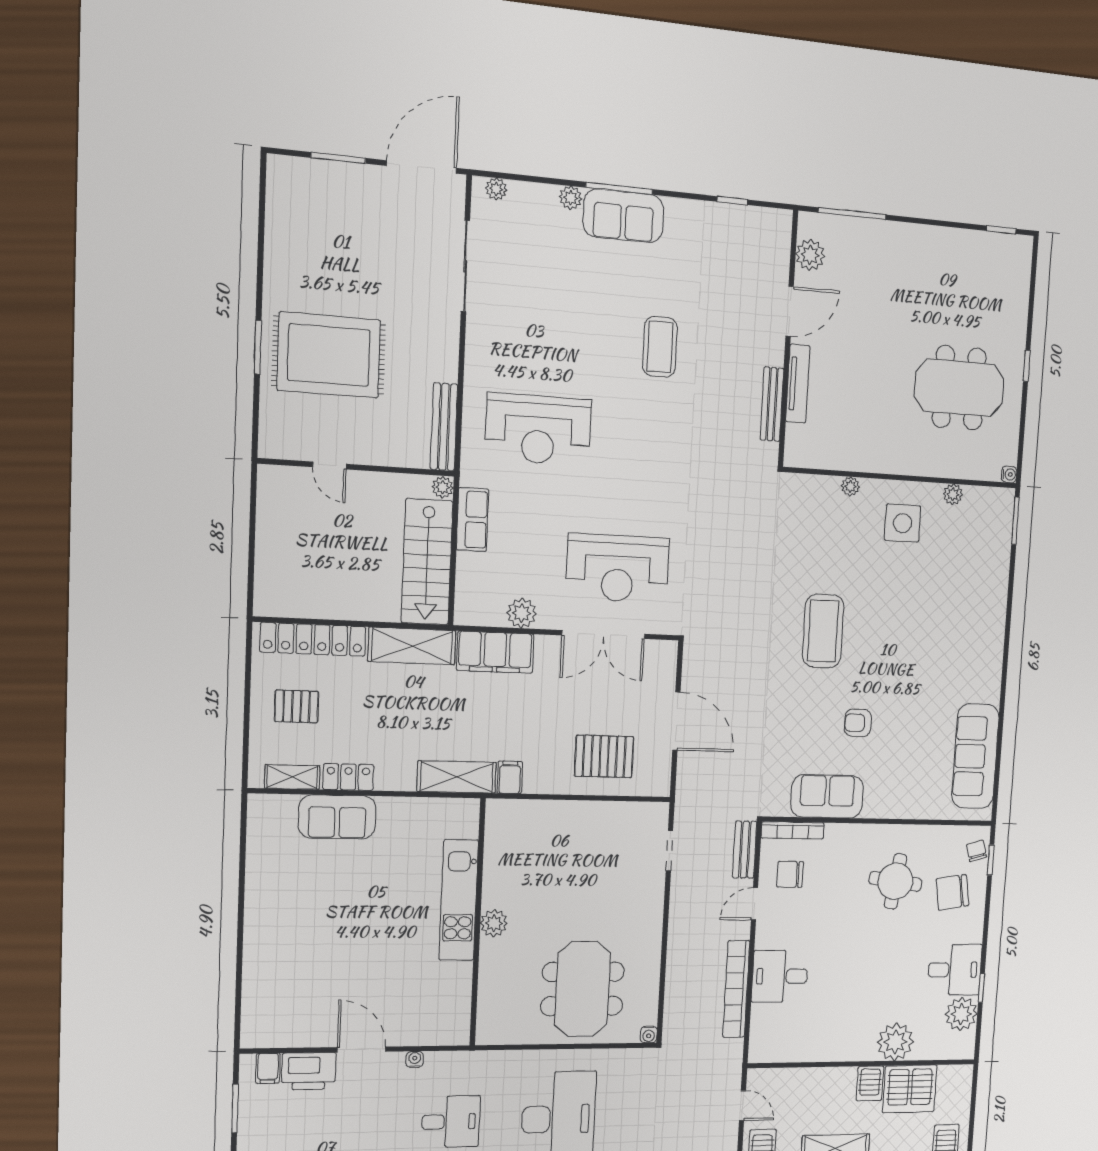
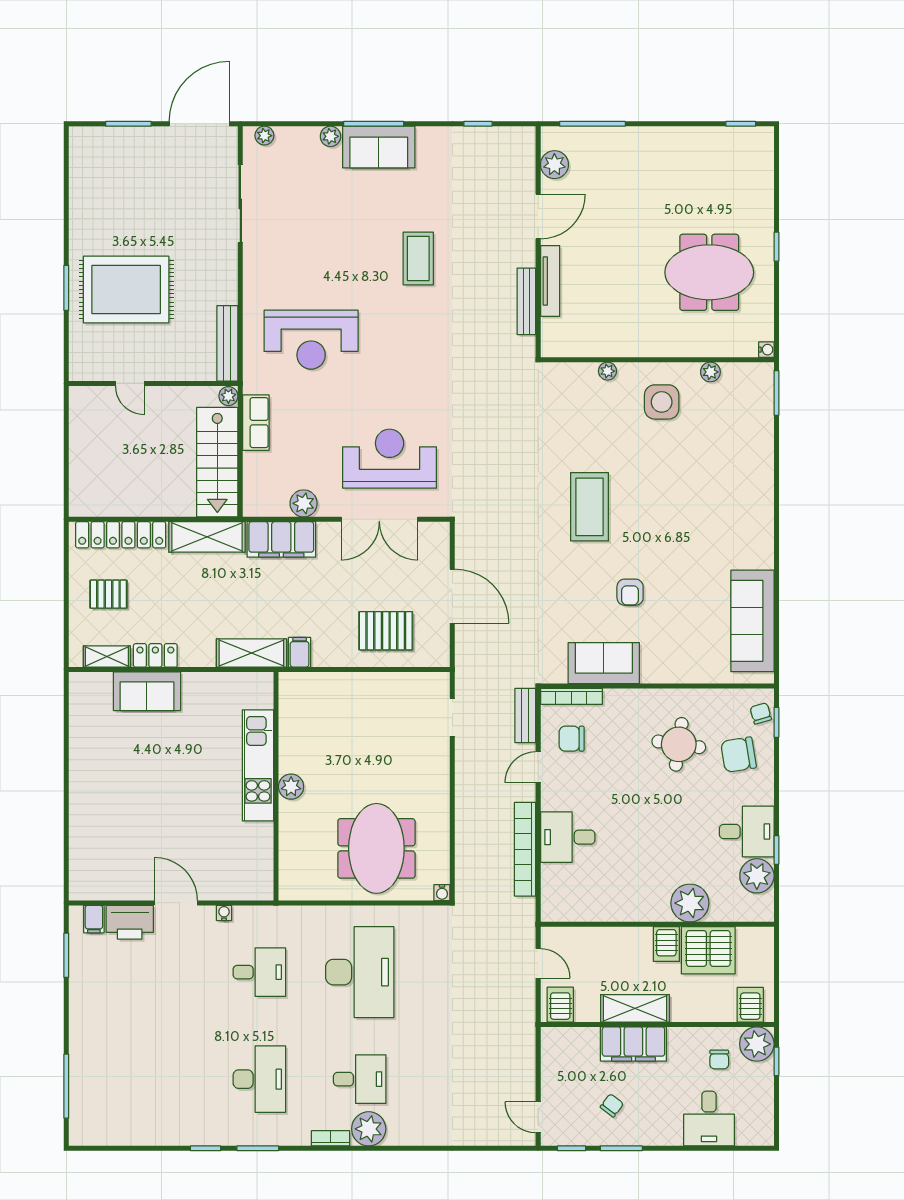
reception desk: (618, 568) -> (390, 459), turned 180
armchair: (858, 723) -> (630, 592), turned -90

